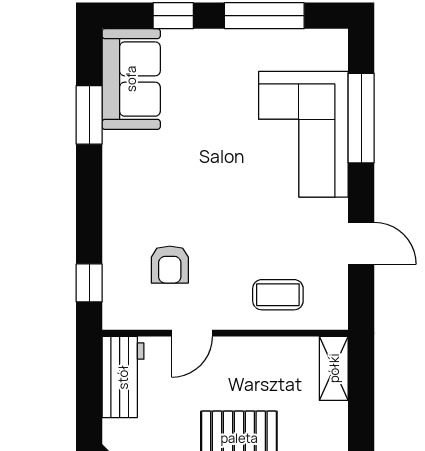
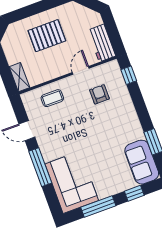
window: (361, 118) -> (40, 167), moved
corner sofa: (303, 134) -> (72, 182), moved

